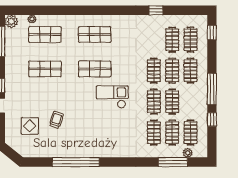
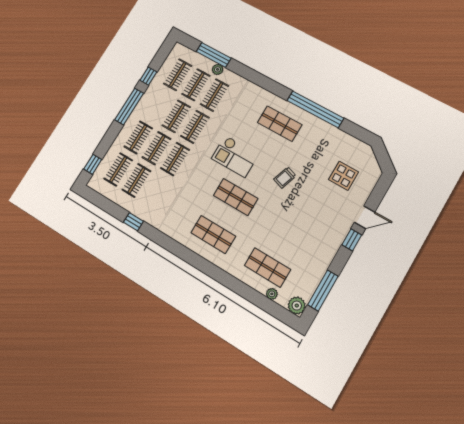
shop shelf: (45, 69) -> (280, 124), moved
trolley: (56, 120) -> (285, 178), moved
plant: (188, 153) -> (218, 69), moved

